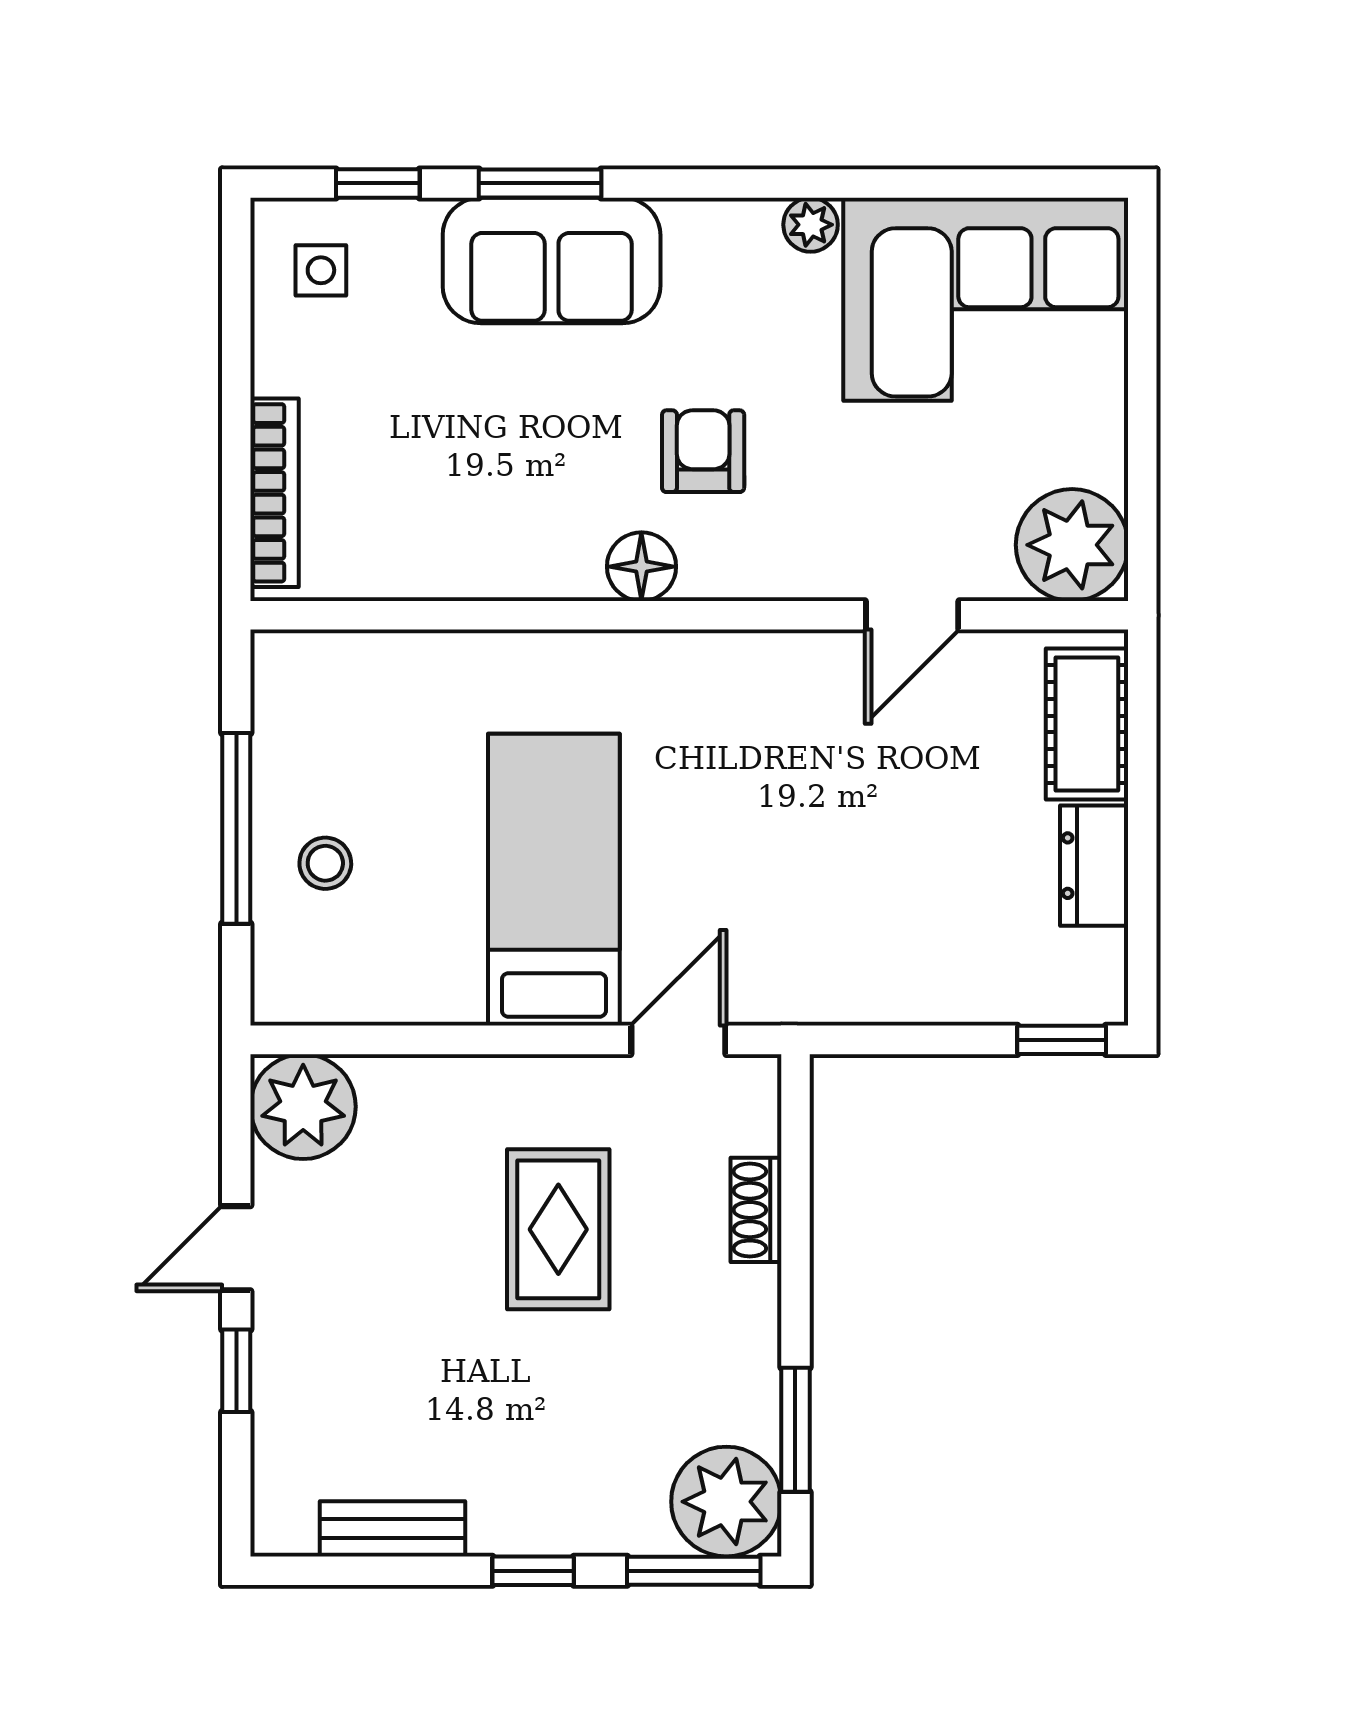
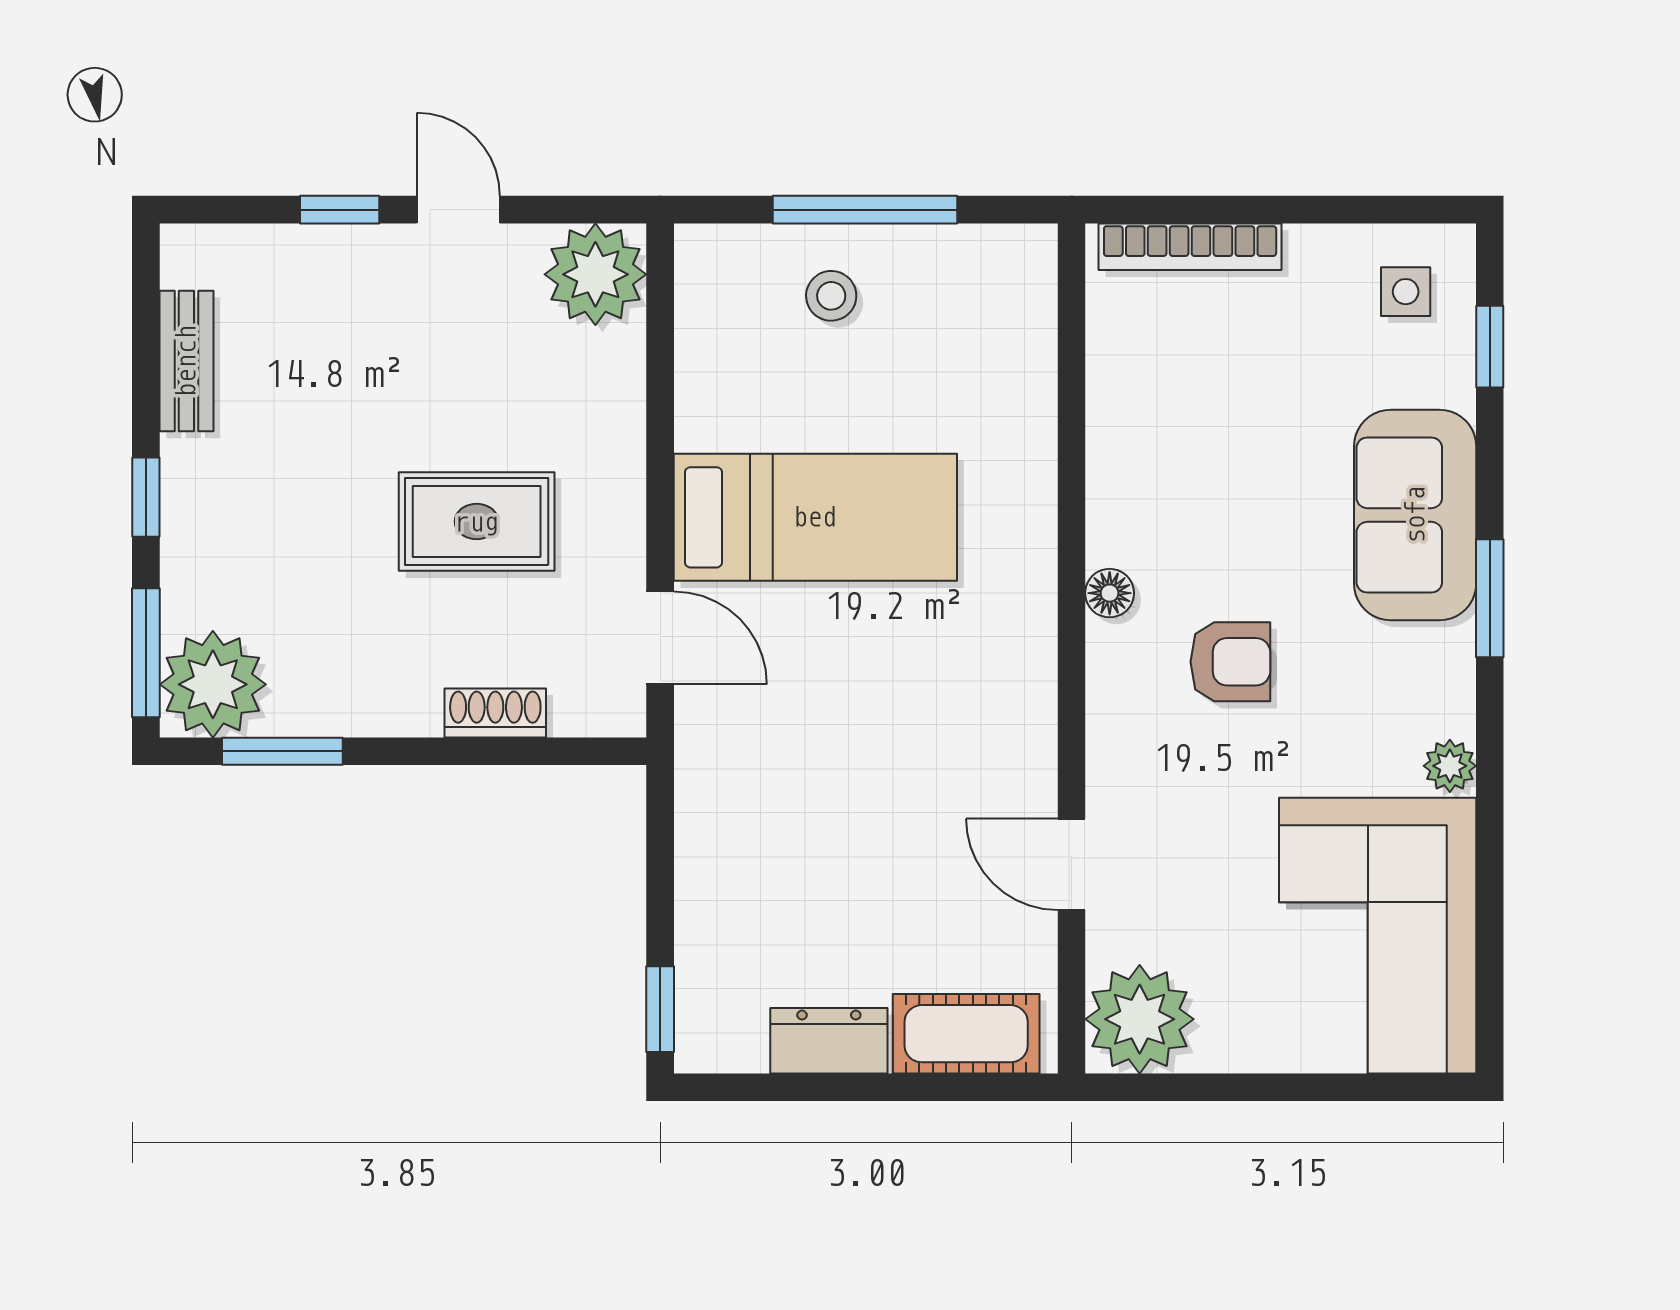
window: (540, 183) -> (1490, 598), moved
floor lamp: (641, 567) -> (1110, 593), width x0.73, depth x0.73

